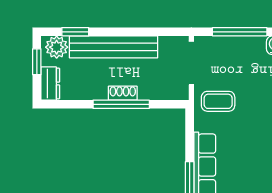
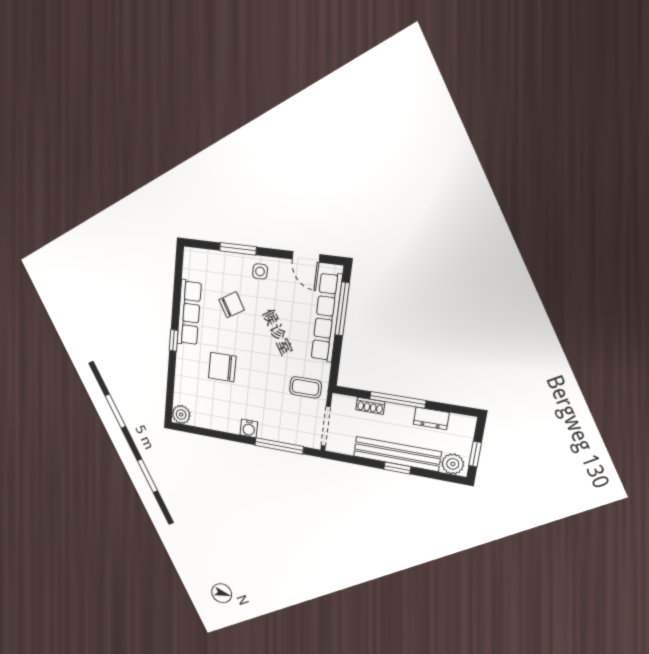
window: (75, 32) -> (397, 468), moved
dresser: (50, 83) -> (431, 418), moved, turned -90
shoe rack: (123, 93) -> (370, 406), moved

